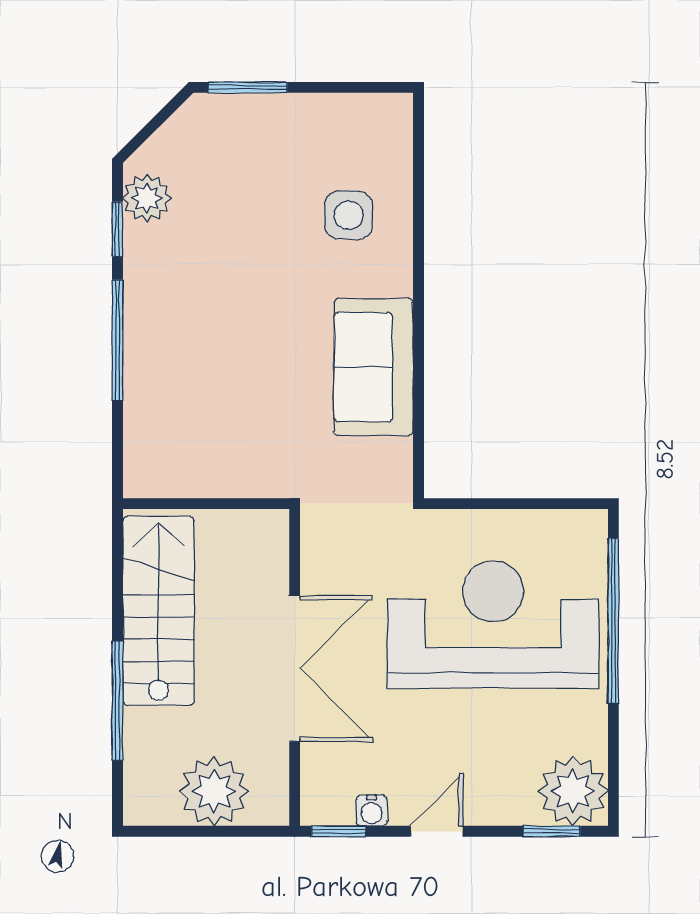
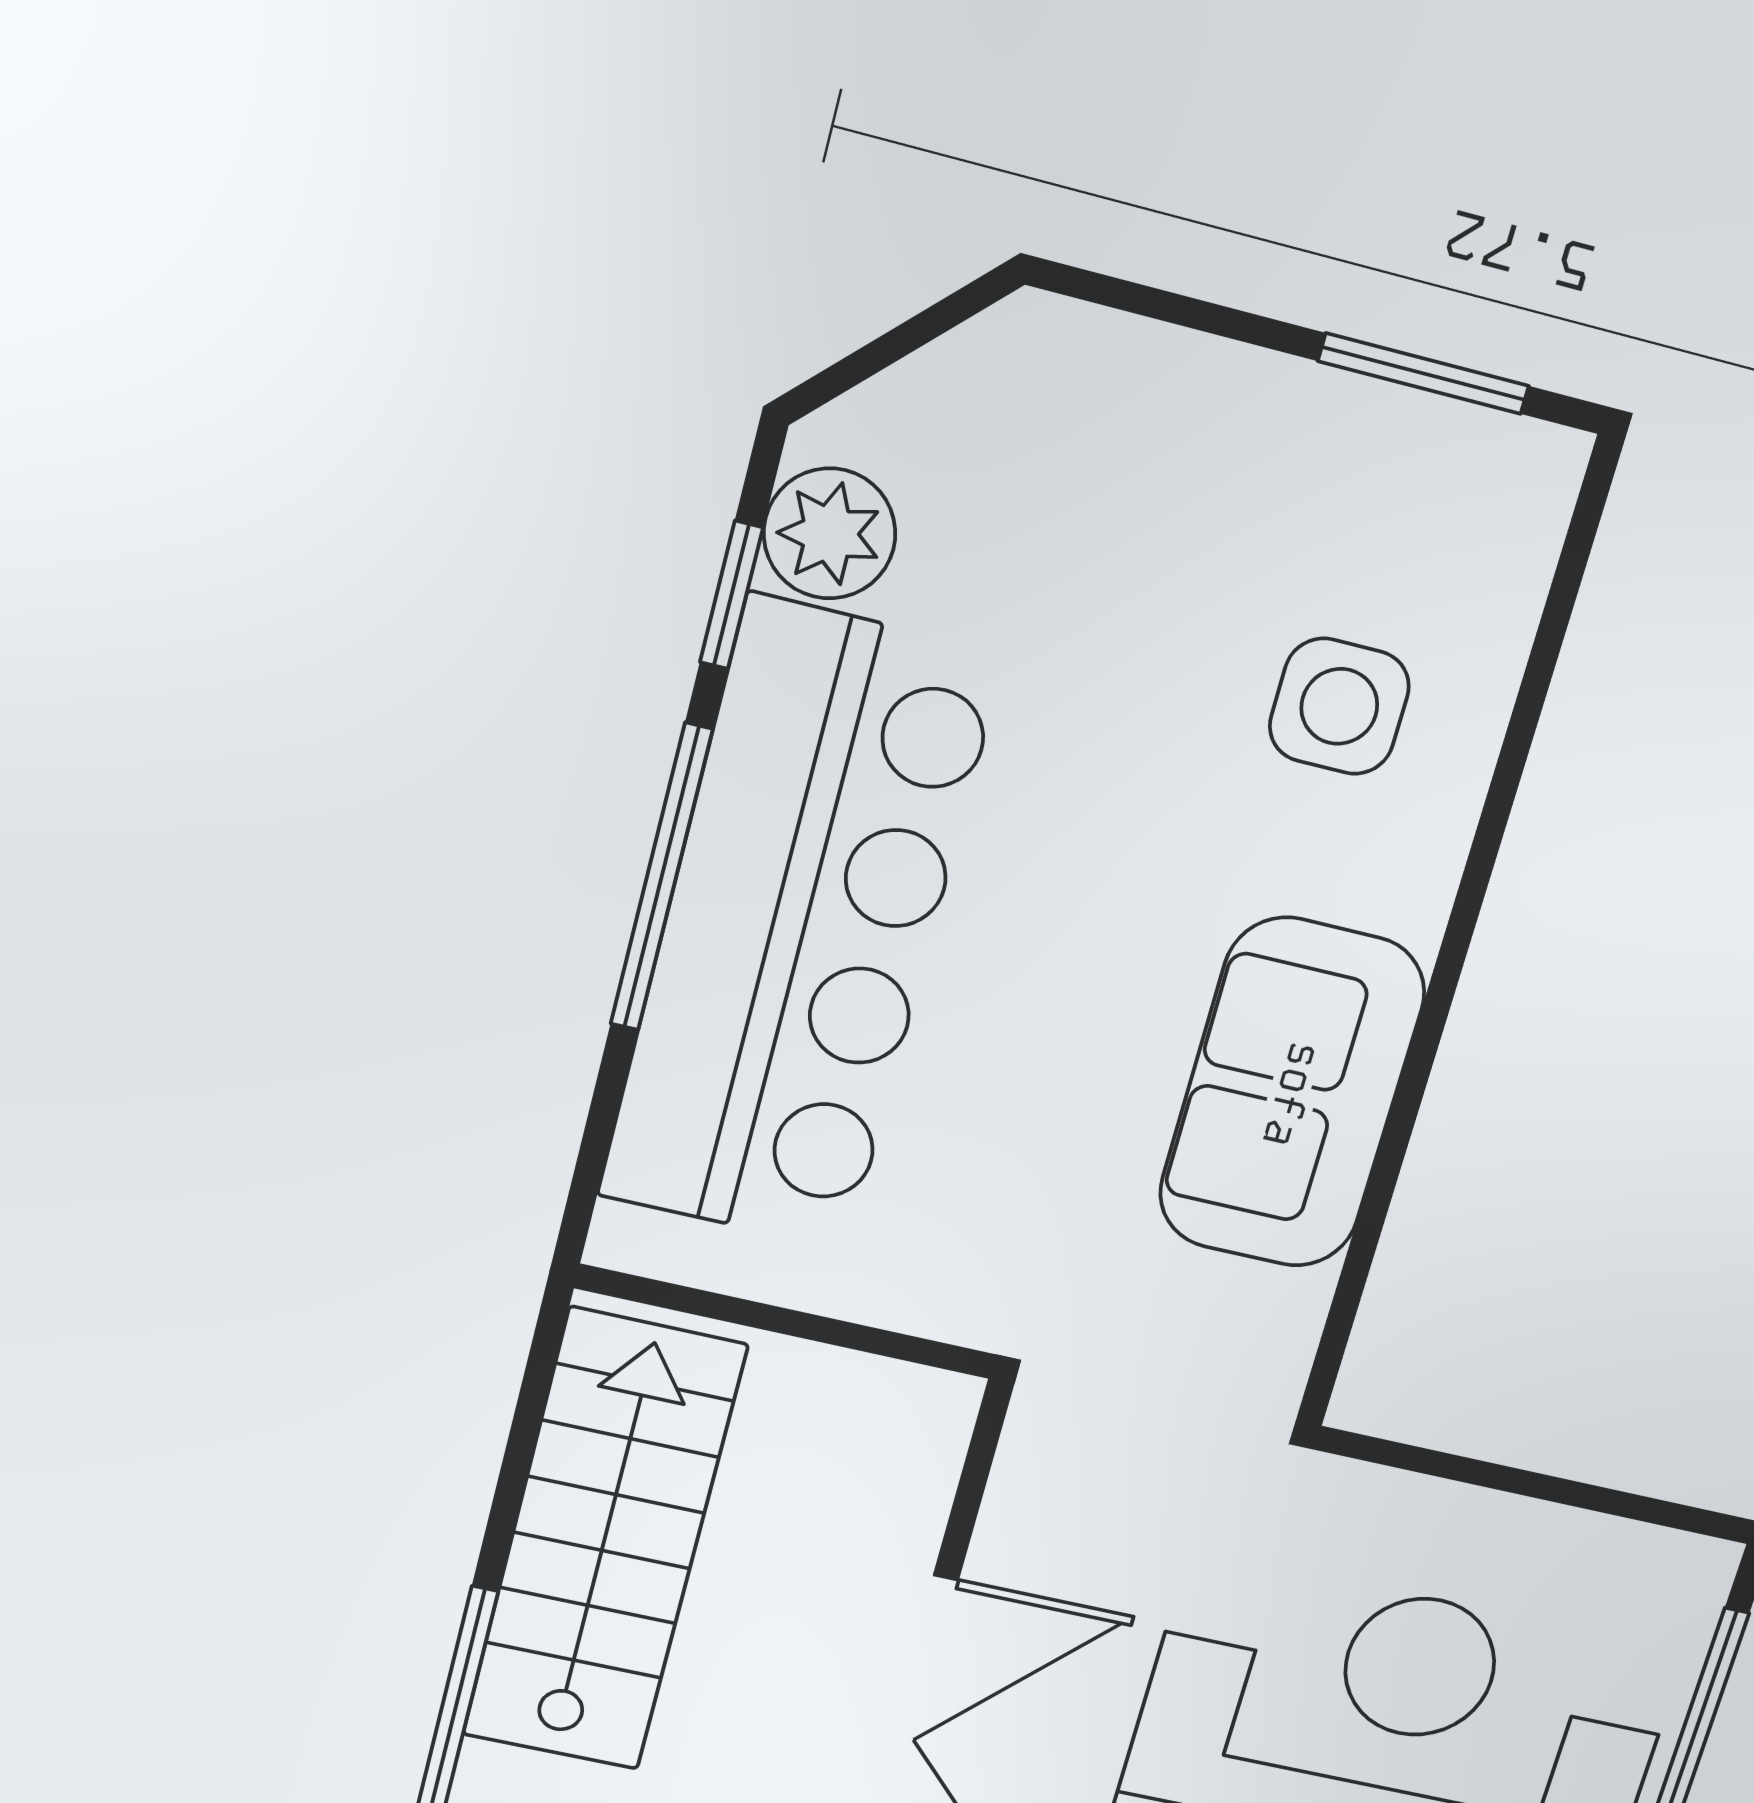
window: (248, 87) -> (1424, 374), moved
bar counter: (172, 348) -> (799, 929), added

